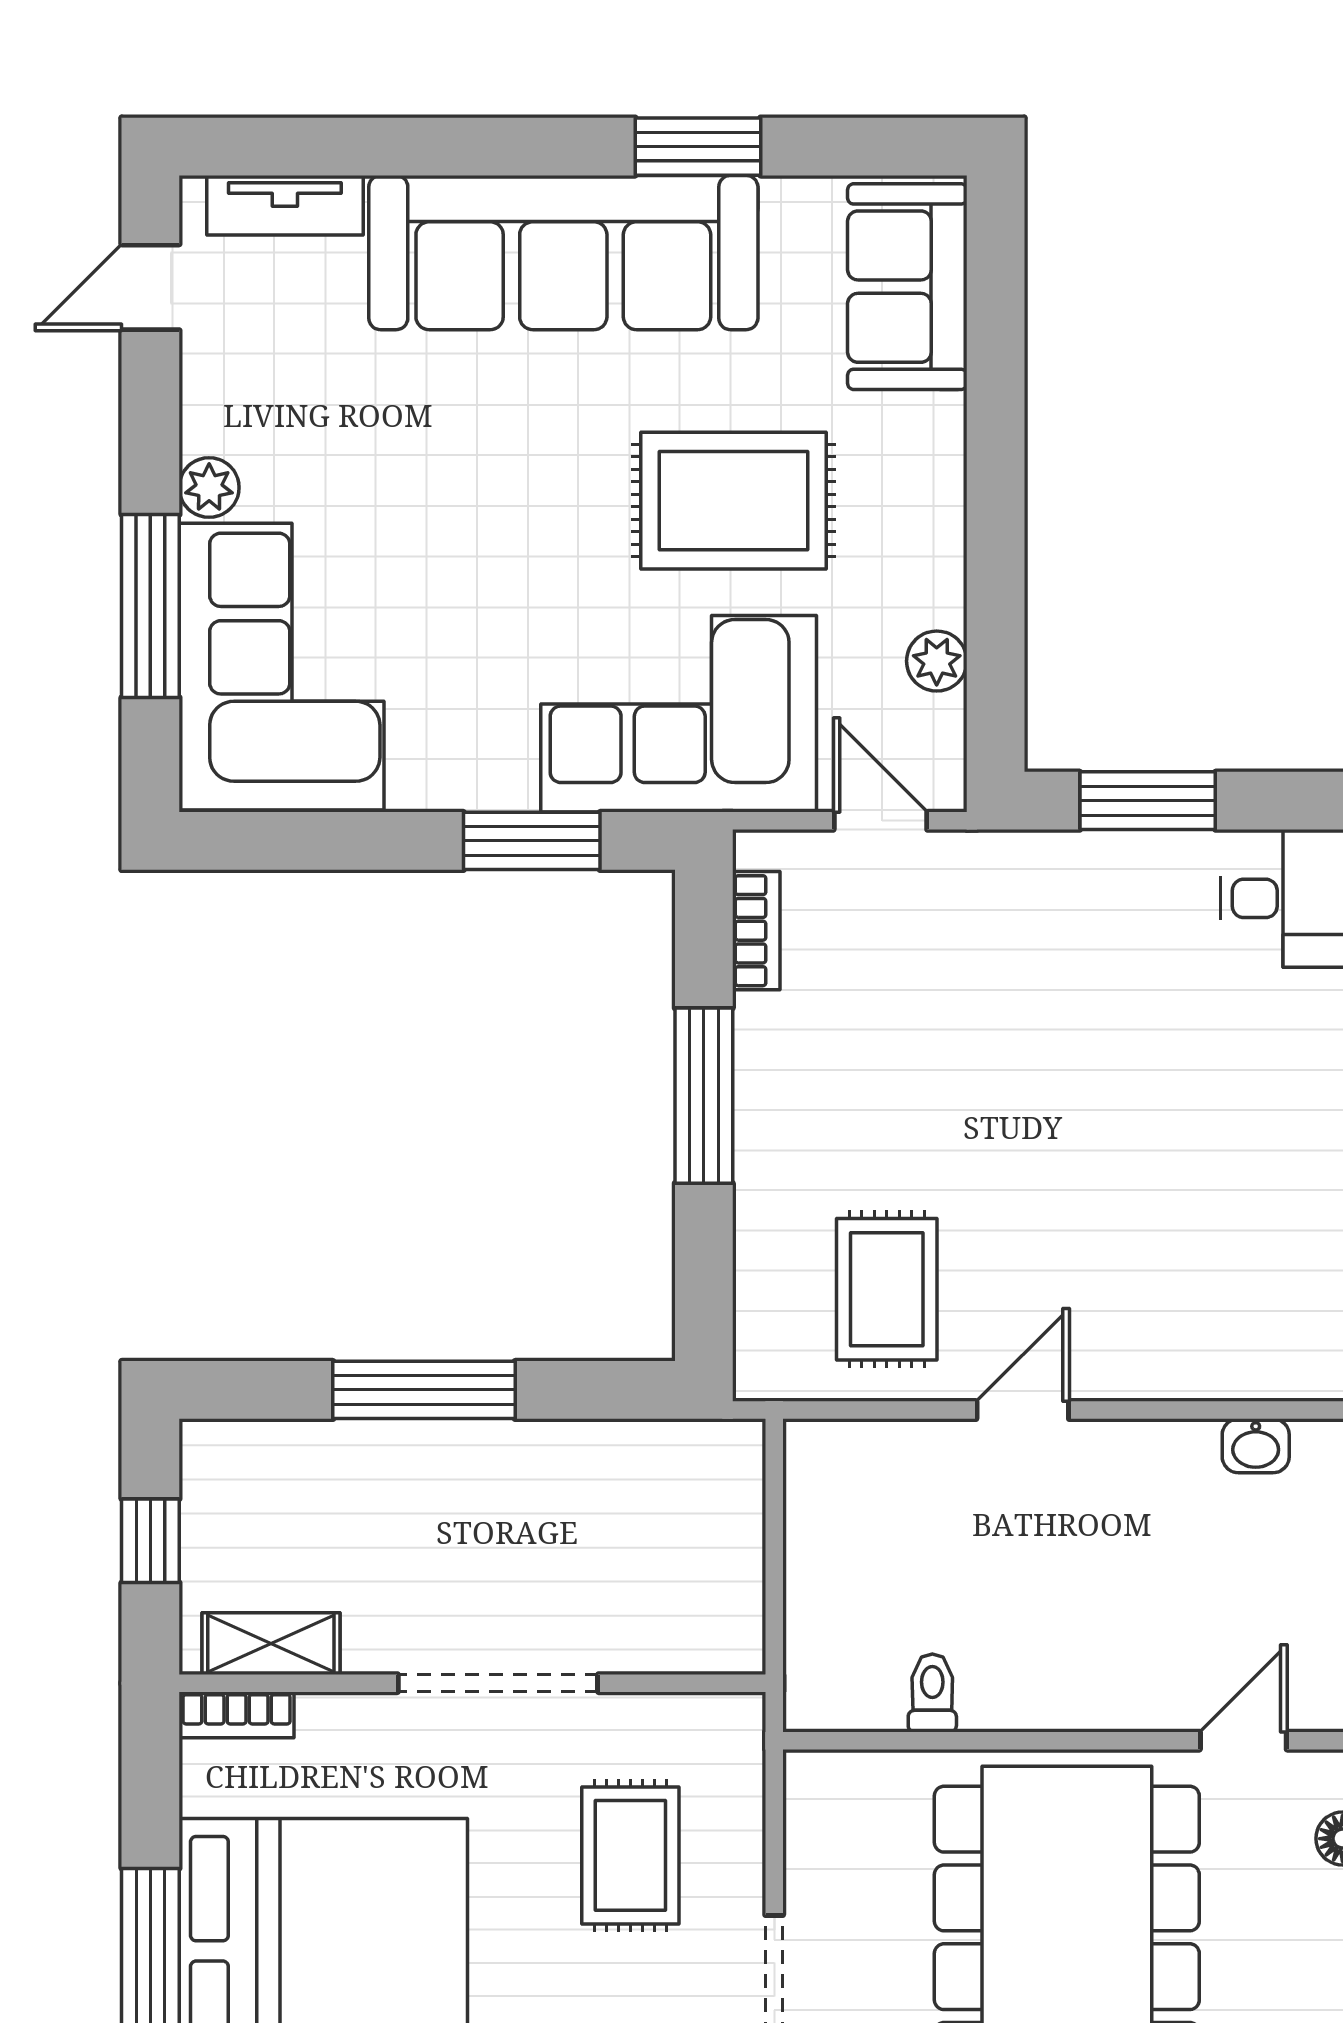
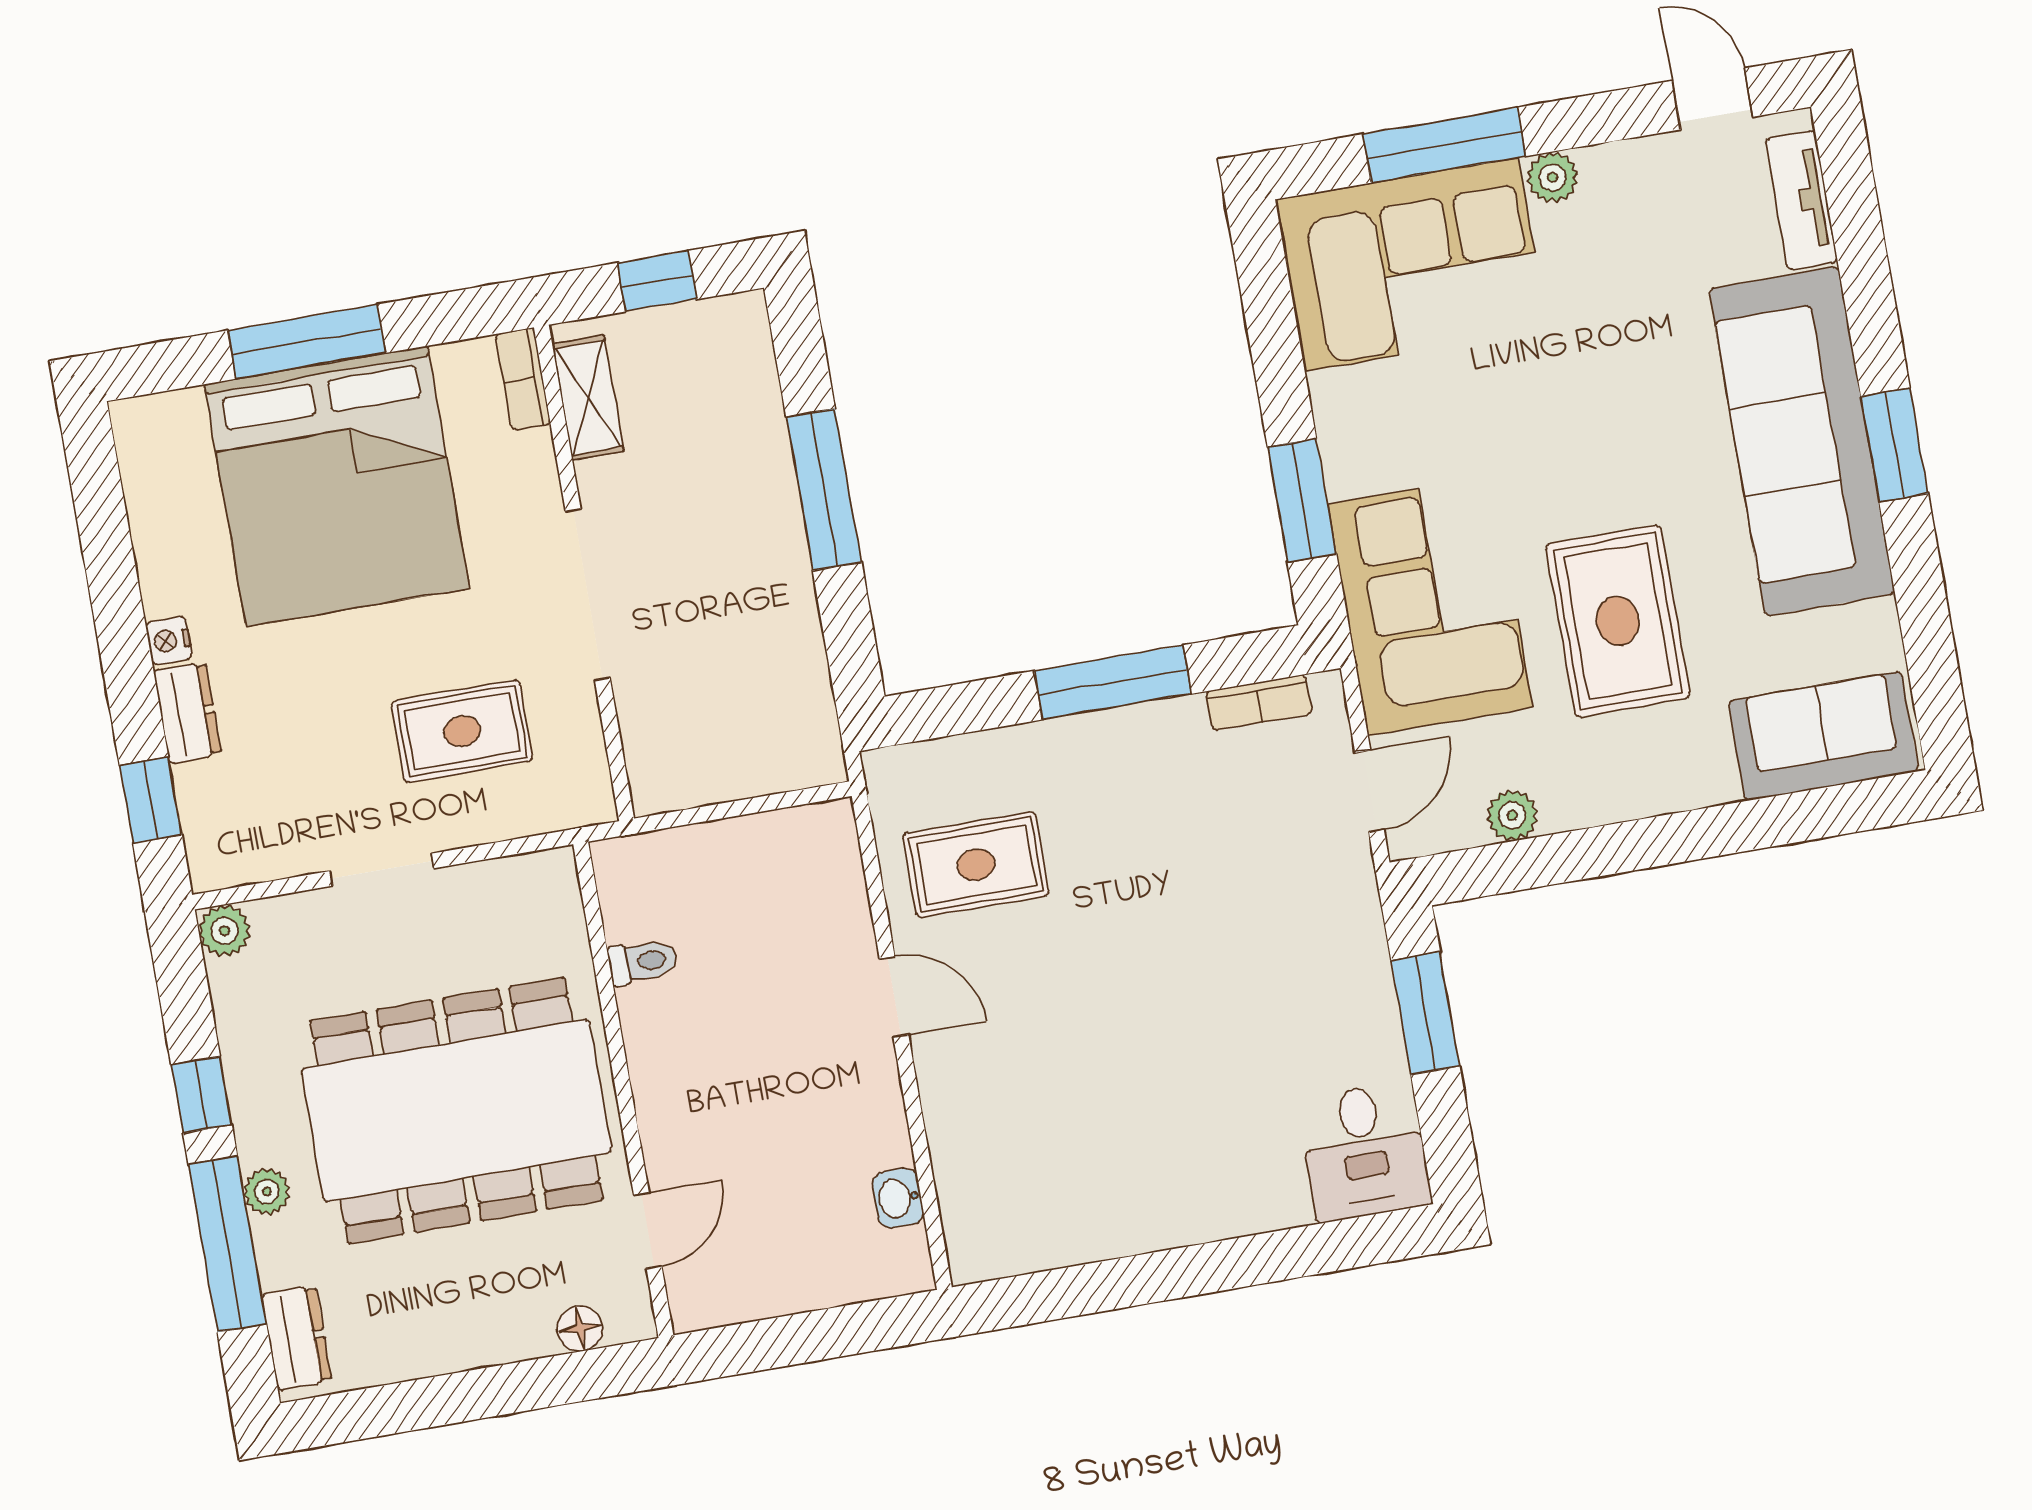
window: (698, 147) -> (1894, 445), moved
door: (1243, 1741) -> (648, 1231), hinge flipped

